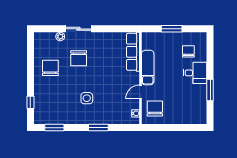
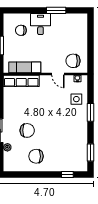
exam couch: (148, 68) -> (25, 67), moved
side table: (87, 98) -> (76, 99), moved

